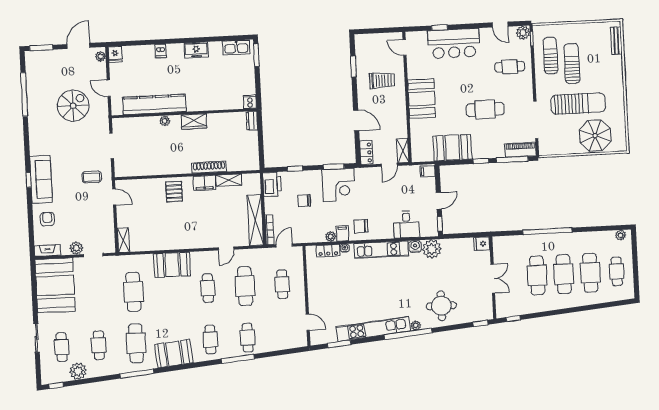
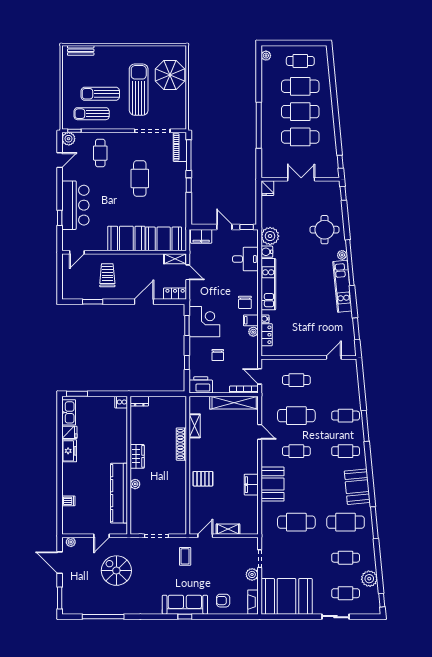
dishwasher: (161, 51) -> (68, 501), moved
fridge: (115, 54) -> (69, 432), moved
booth: (452, 148) -> (164, 239), moved, turned 90
filing cabinet: (428, 171) -> (201, 236), width x2.00
filing cabinet: (204, 183) -> (251, 485), moved, turned 180
shelving: (123, 240) -> (228, 529), moved
kitchen unit: (373, 329) -> (342, 286), width x0.73

